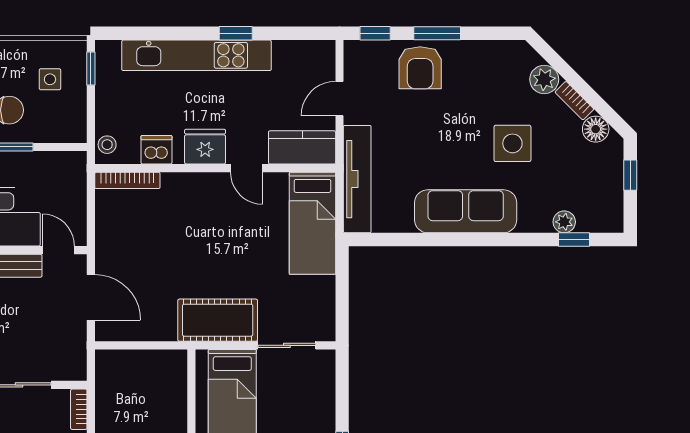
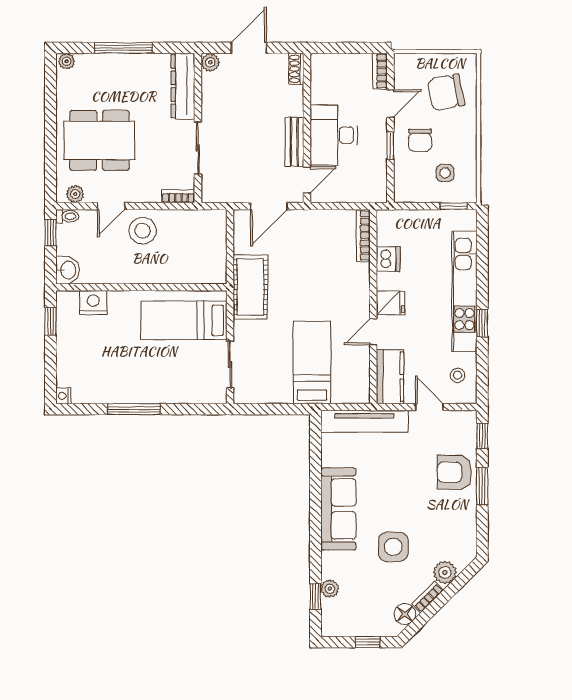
stool: (107, 145) -> (458, 375), moved
fridge: (205, 147) -> (391, 303), width x0.72
bed: (312, 223) -> (312, 362), moved, turned 90
cot: (218, 320) -> (250, 287), moved

